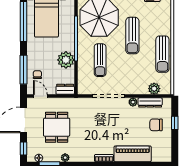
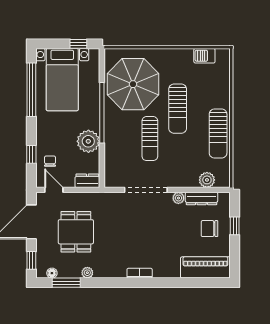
sun lounger: (100, 60) -> (150, 139), moved
window: (24, 70) -> (31, 154), width x0.46
piano: (133, 154) -> (205, 267), moved

